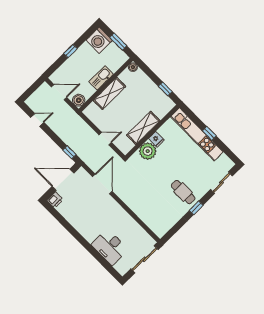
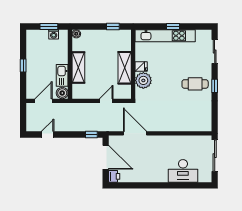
washing machine: (99, 40) -> (54, 34), moved, width x0.53, depth x0.53
kitchen sink: (101, 78) -> (62, 75), moved
door: (63, 180) -> (106, 157), swing flipped

